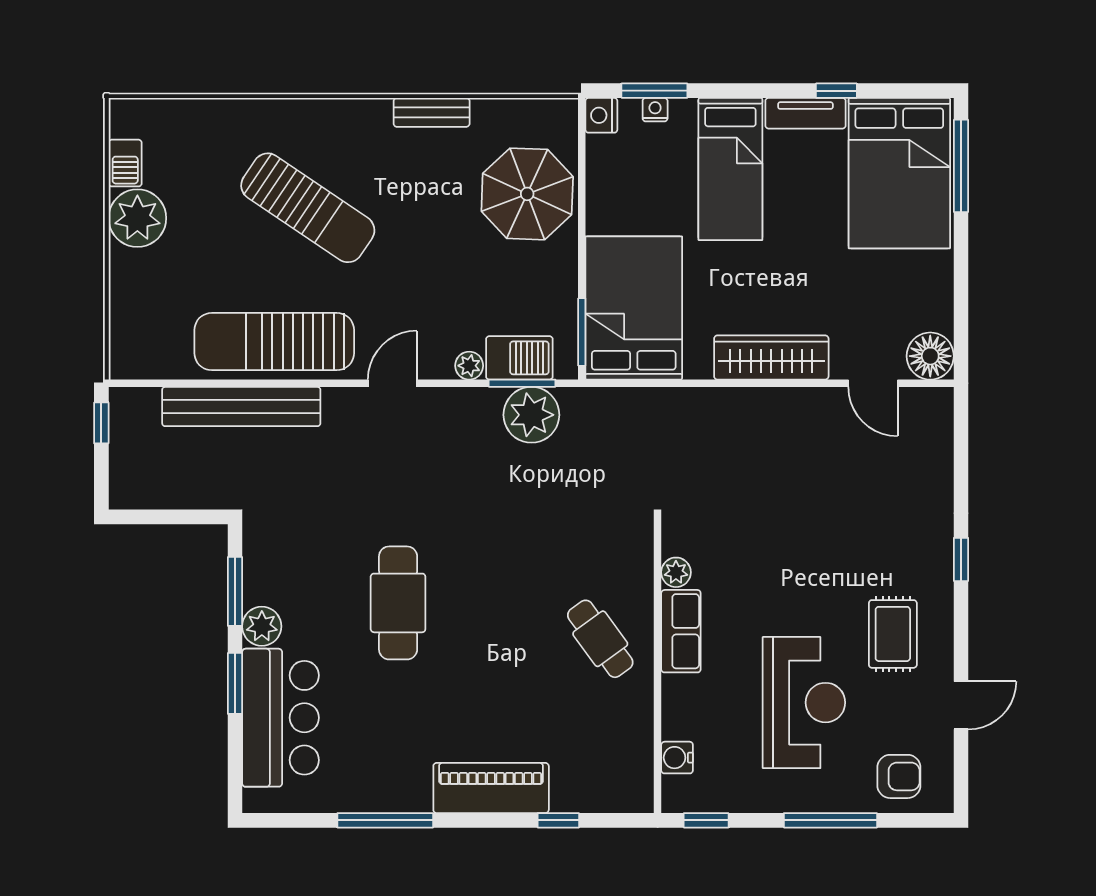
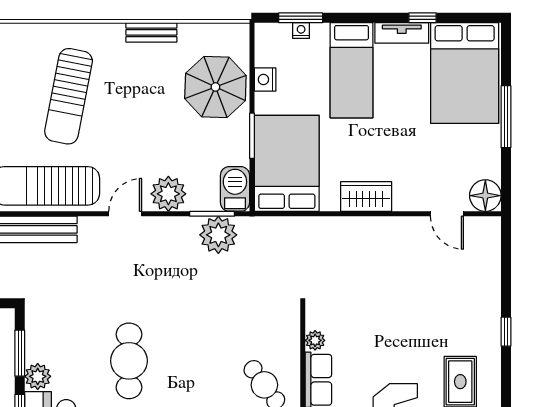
nightstand: (601, 115) -> (265, 79), moved
window: (961, 166) -> (506, 117), moved
sun lounger: (308, 208) -> (69, 96), turned 67
window: (582, 332) -> (252, 136), moved
wardrobe: (771, 357) -> (366, 197), width x0.67
barbecue: (519, 358) -> (235, 189), moved, turned -90
plant: (469, 366) -> (168, 194), width x1.87, depth x1.87

